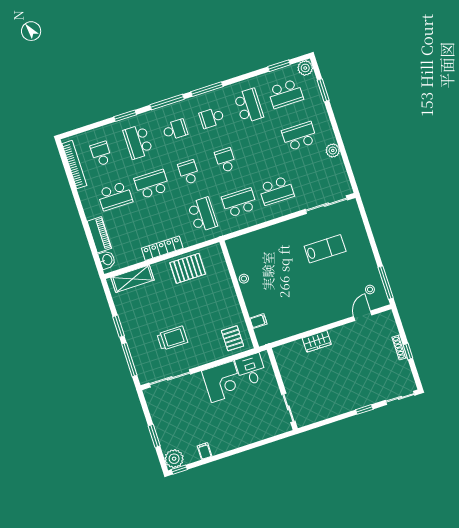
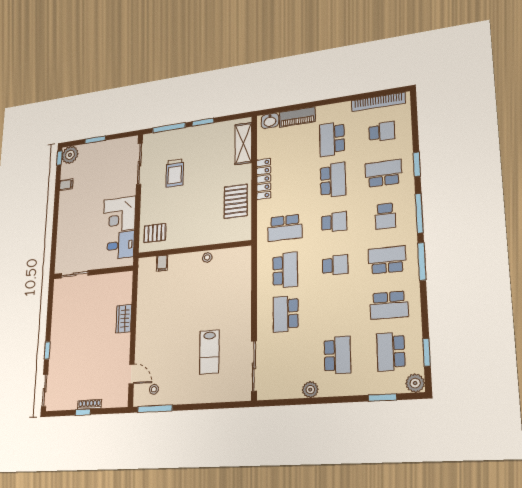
school desk: (212, 118) -> (387, 260), width x1.85

